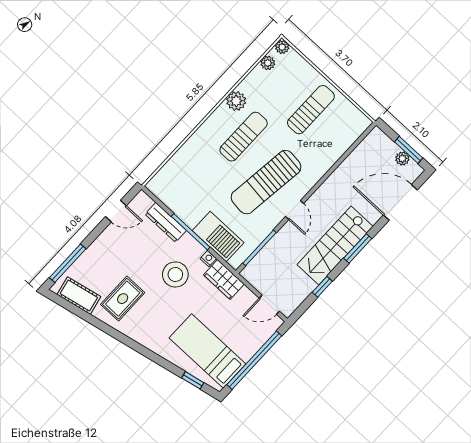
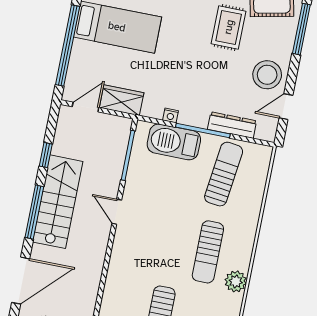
sun lounger: (266, 182) -> (224, 174), moved, width x0.73, depth x0.75
window: (358, 248) -> (34, 212), width x1.44
stool: (175, 274) -> (267, 75), moved
wardrobe: (224, 280) -> (122, 100), moved

